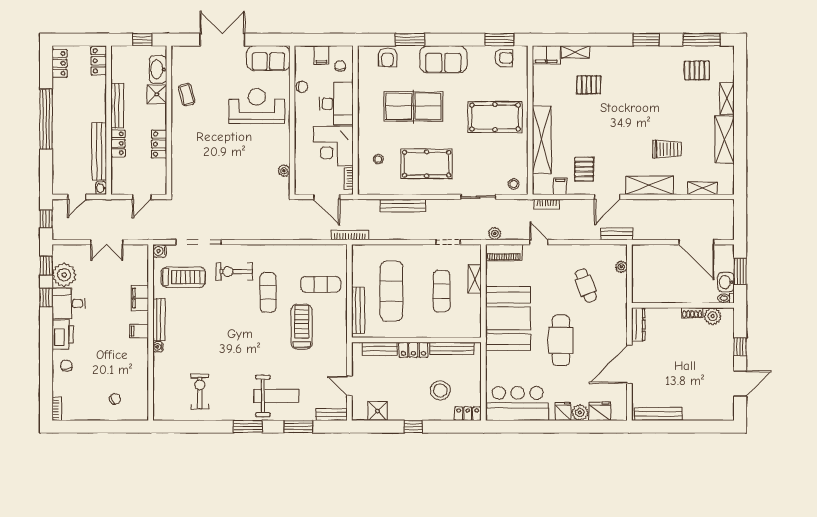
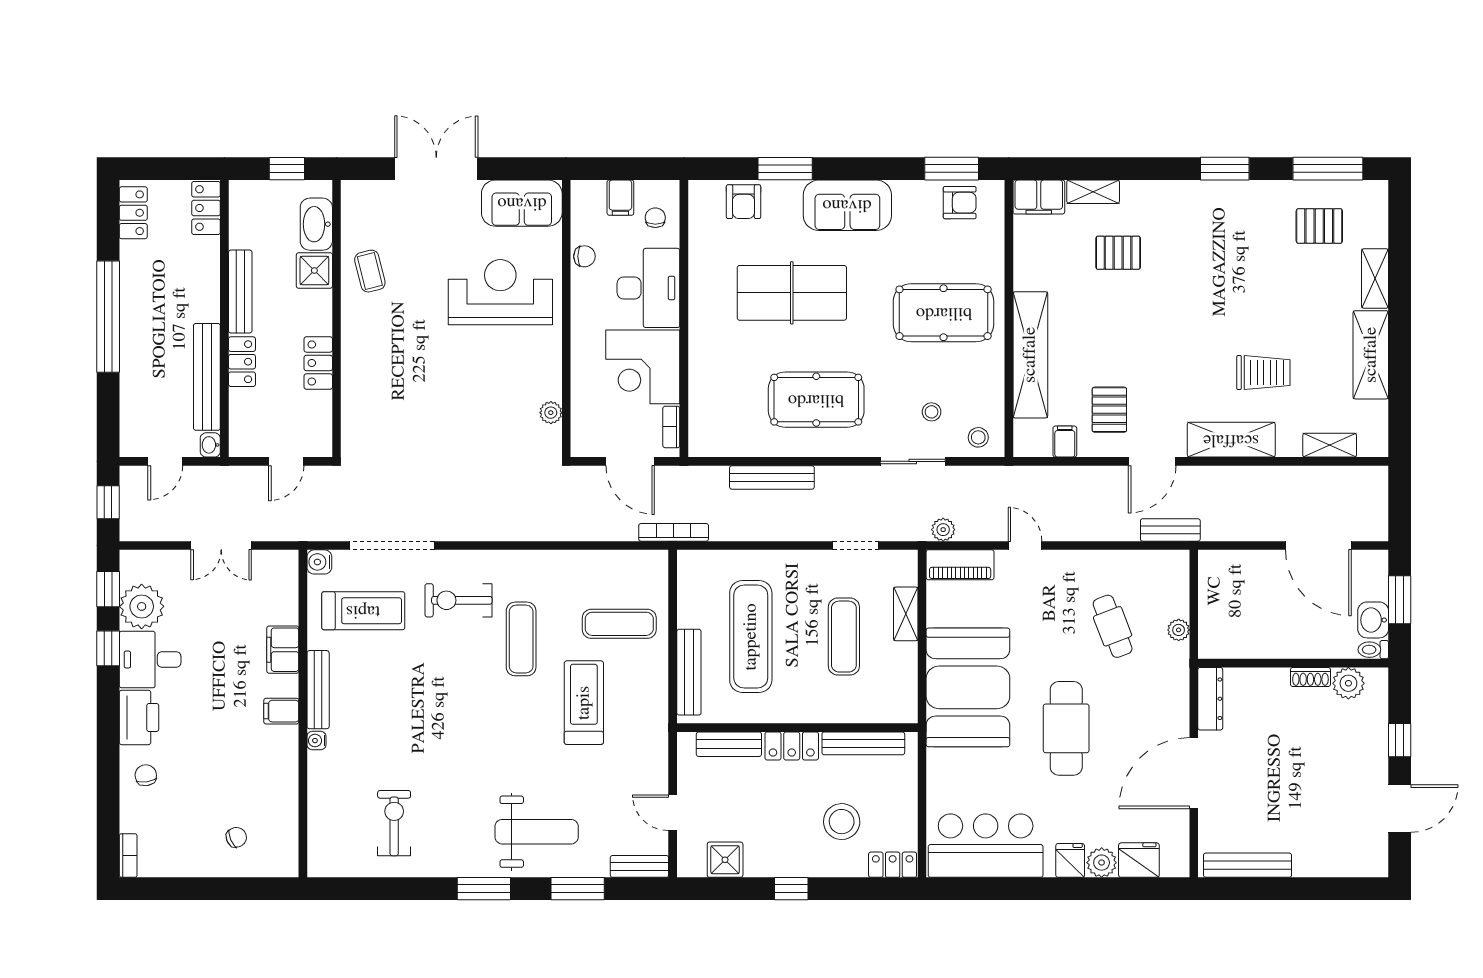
stool: (378, 159) -> (932, 412), moved
bookcase: (547, 204) -> (1040, 475), removed
plant: (621, 267) -> (1179, 630), moved

